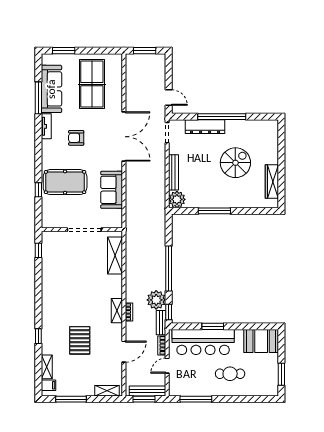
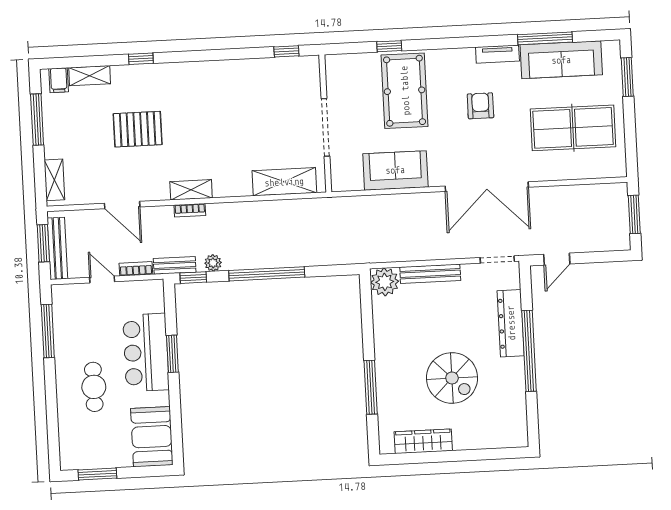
window: (214, 211) -> (371, 387), moved
plant: (156, 300) -> (213, 263), width x0.53, depth x0.53
bar counter: (203, 342) -> (146, 352), width x0.73

